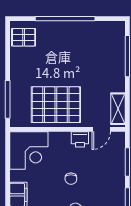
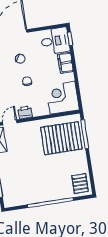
pallet: (24, 37) -> (80, 184), turned 90
pallet: (56, 105) -> (61, 138), moved

